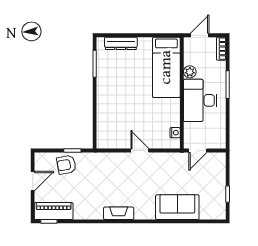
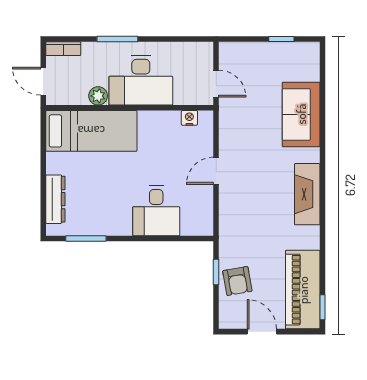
desk: (113, 111) -> (156, 211), added
piano: (54, 211) -> (303, 290), width x1.37, depth x1.33
fireplace: (119, 213) -> (307, 194), width x1.37, depth x1.32

